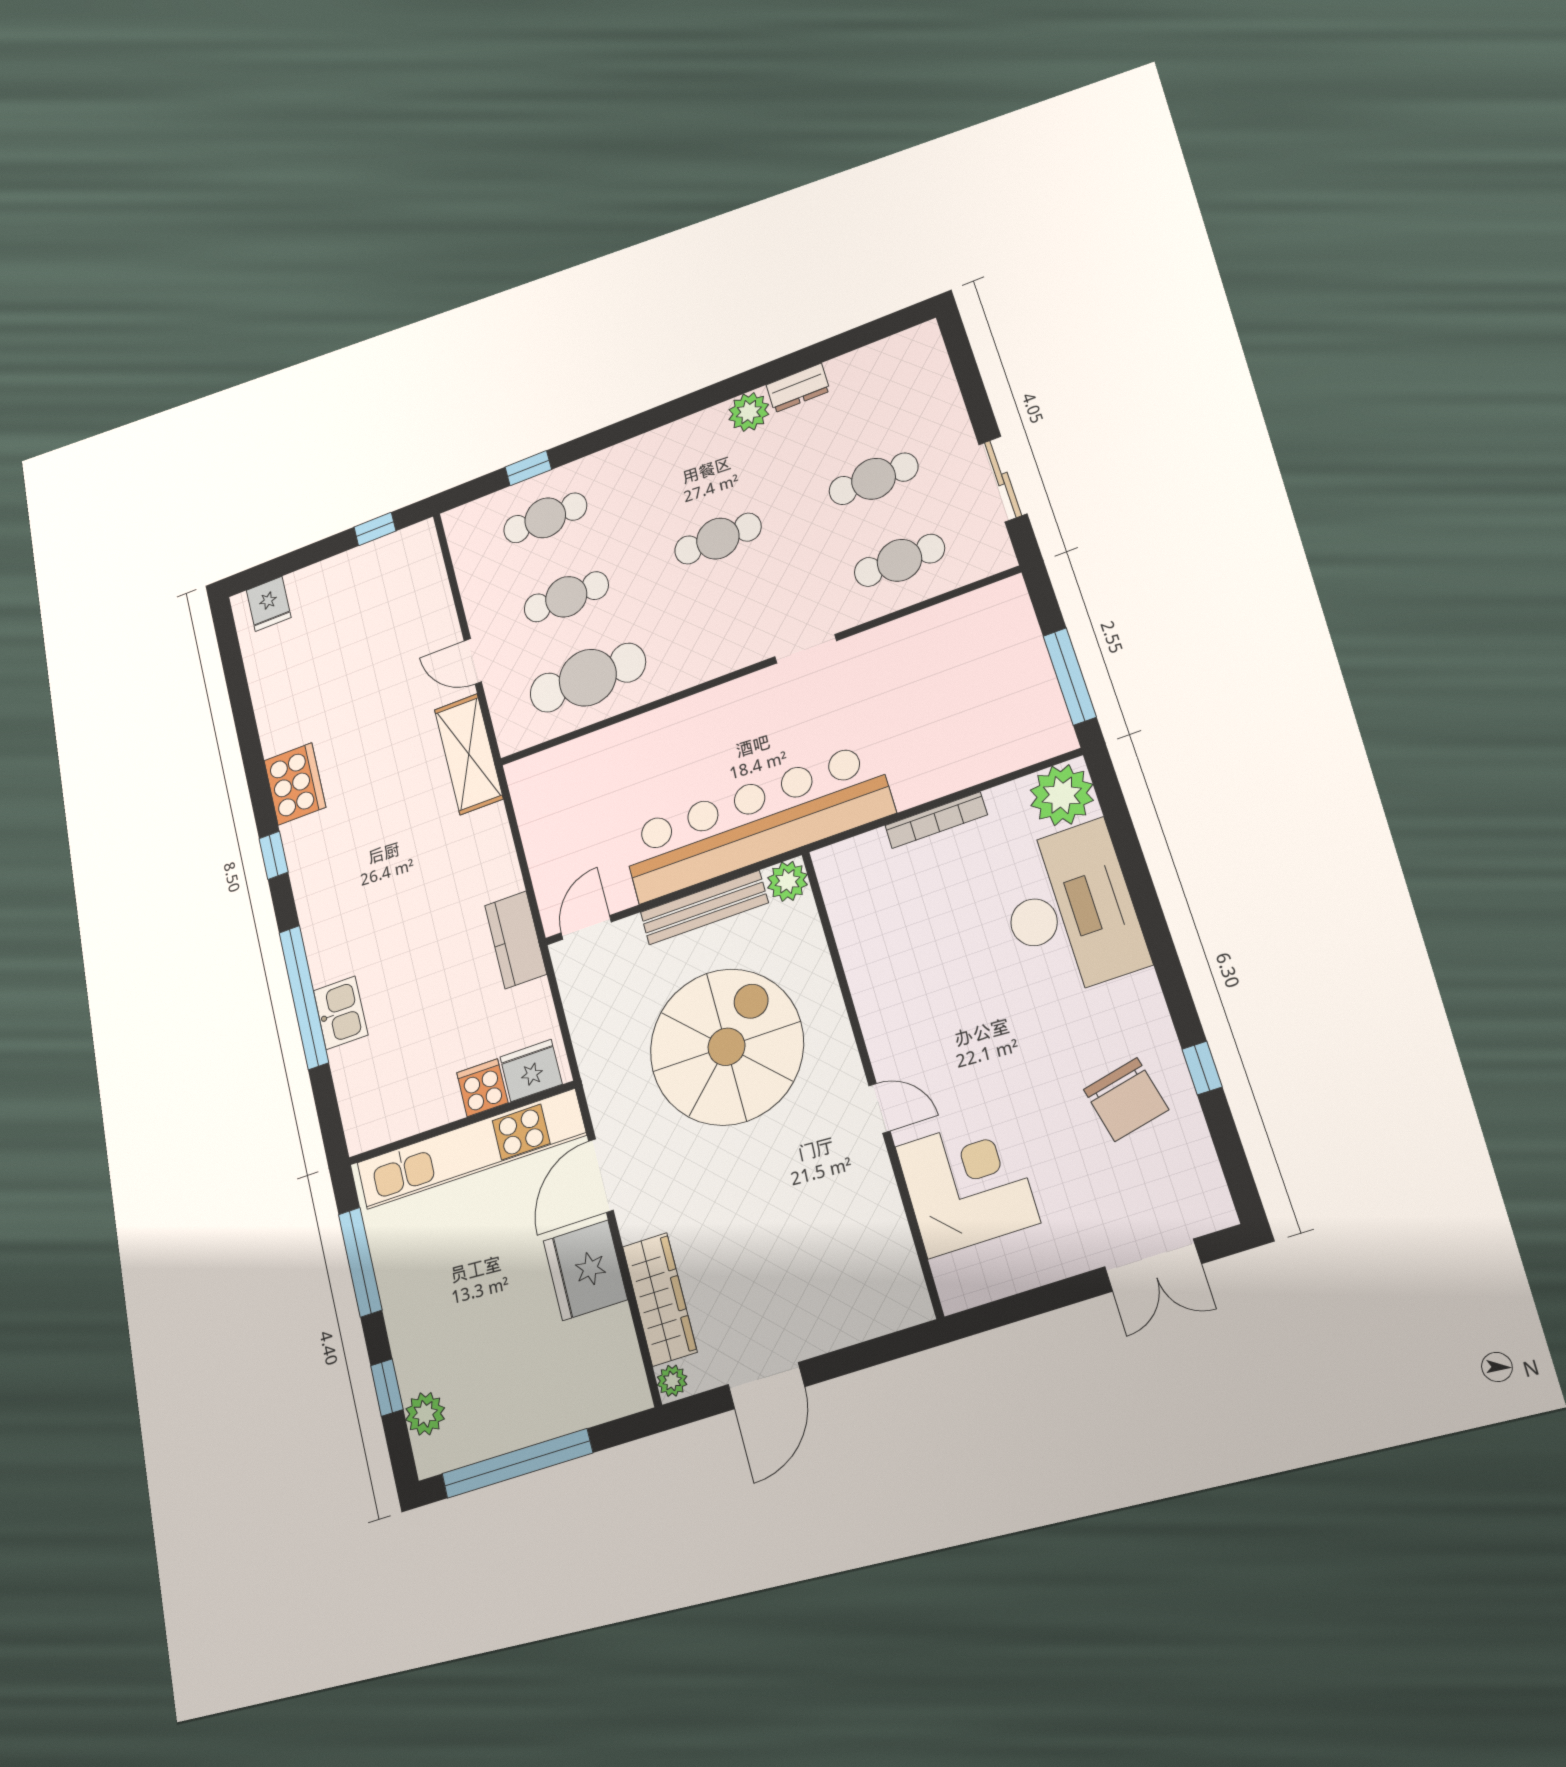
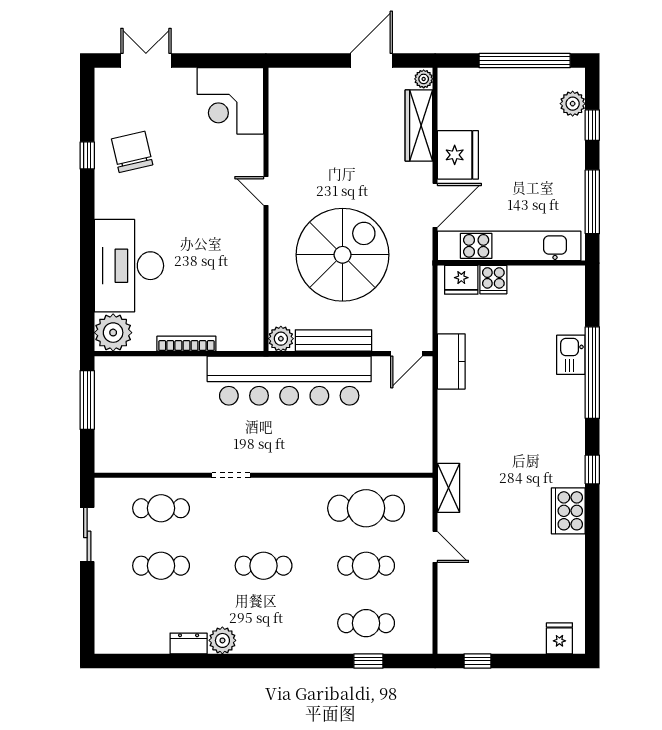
shelving: (469, 754) -> (449, 488), width x0.67, depth x0.75
spiral stairs: (726, 1047) -> (342, 255), turned 180
corner desk: (967, 1185) -> (230, 101), moved

